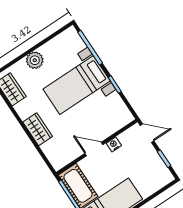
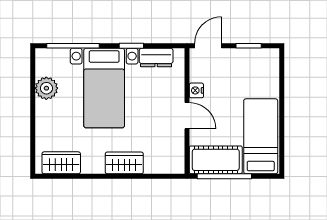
plant: (35, 60) -> (46, 88), moved
dresser: (118, 105) -> (156, 58), added
door: (94, 149) -> (187, 116), swing flipped

